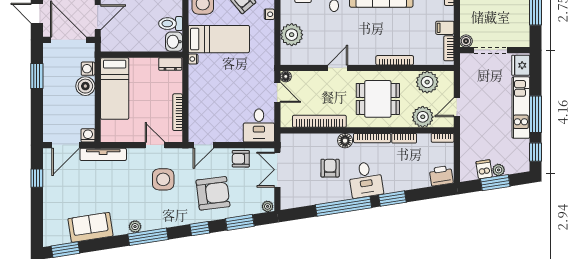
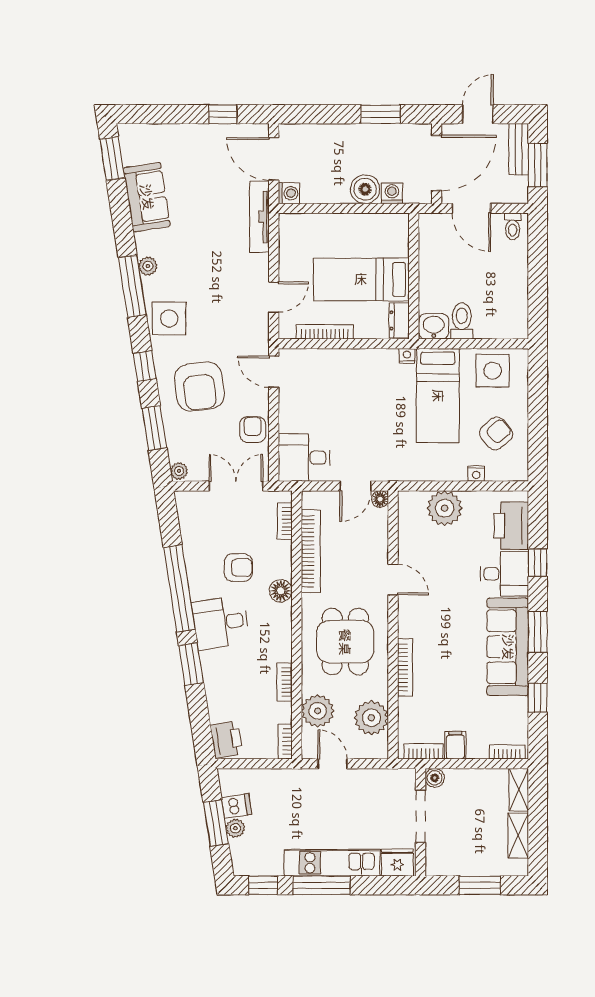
bed: (115, 89) -> (361, 279), moved
bookcase: (372, 138) -> (285, 521), moved, width x0.64
side table: (163, 179) -> (169, 318), moved

